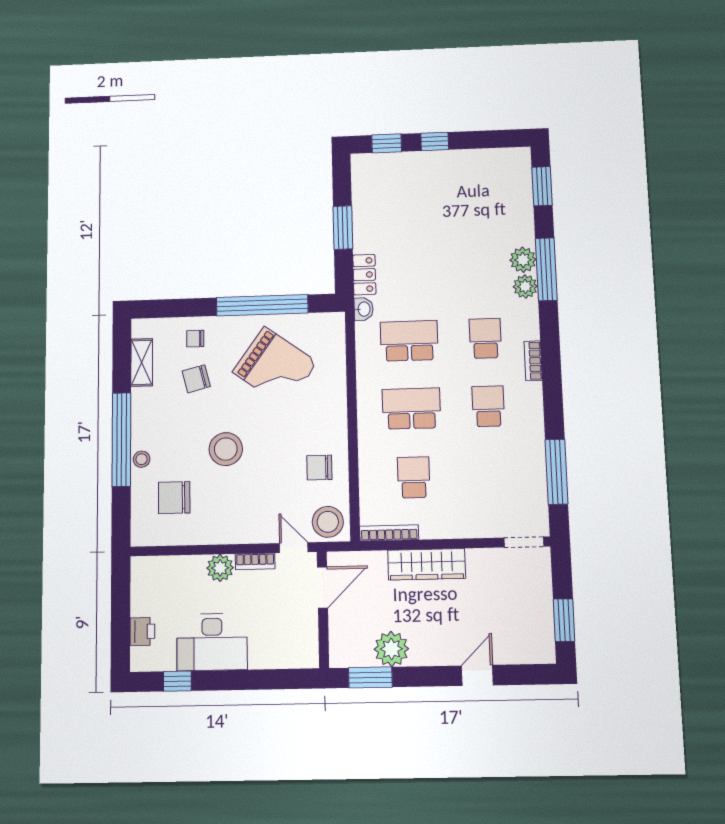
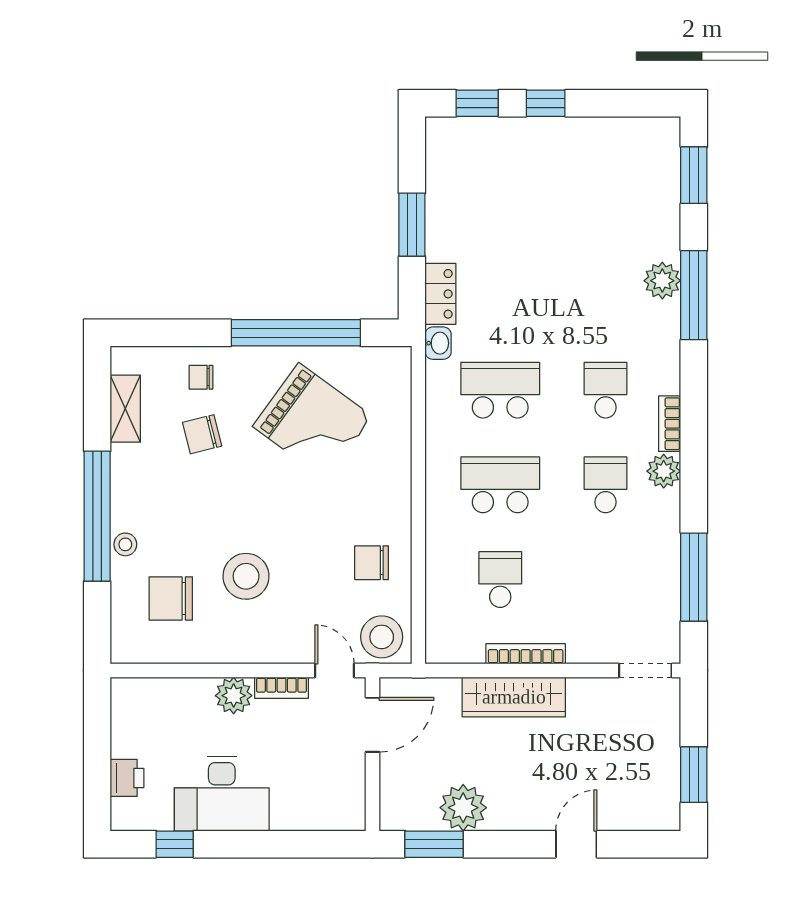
plant: (525, 286) -> (664, 471), moved
stool: (226, 449) -> (246, 576), moved
bookcase: (389, 533) -> (526, 654), moved

